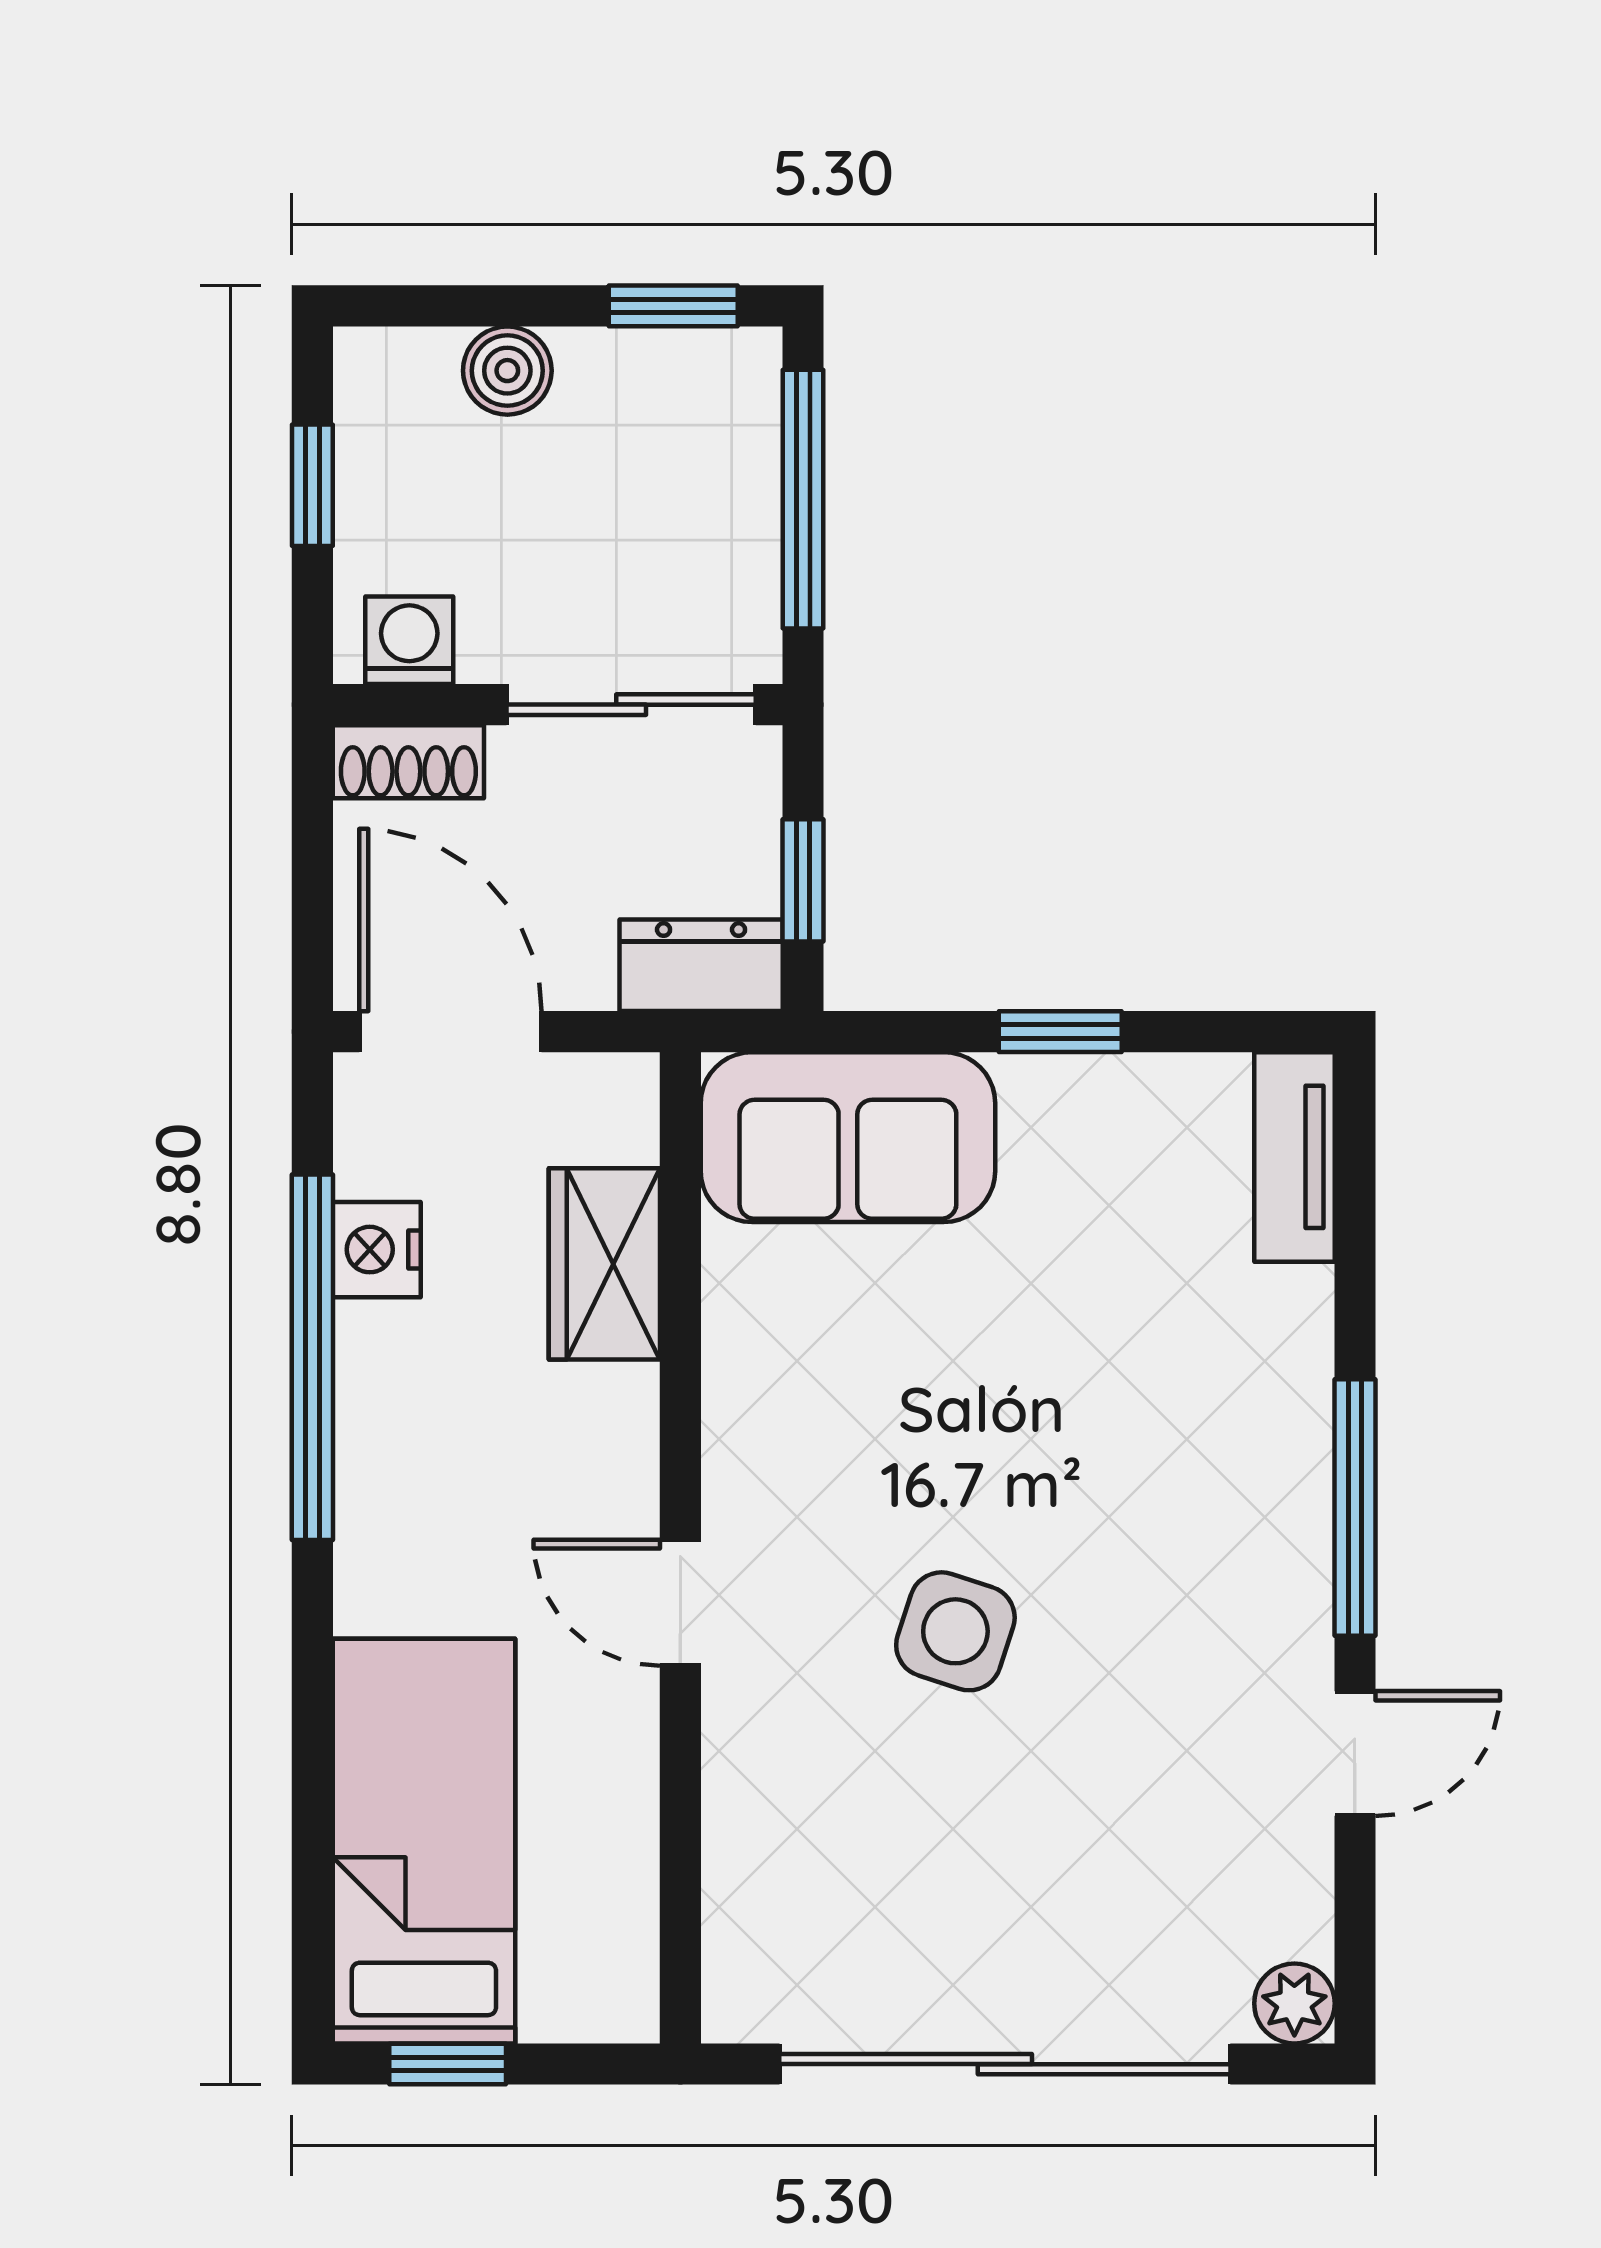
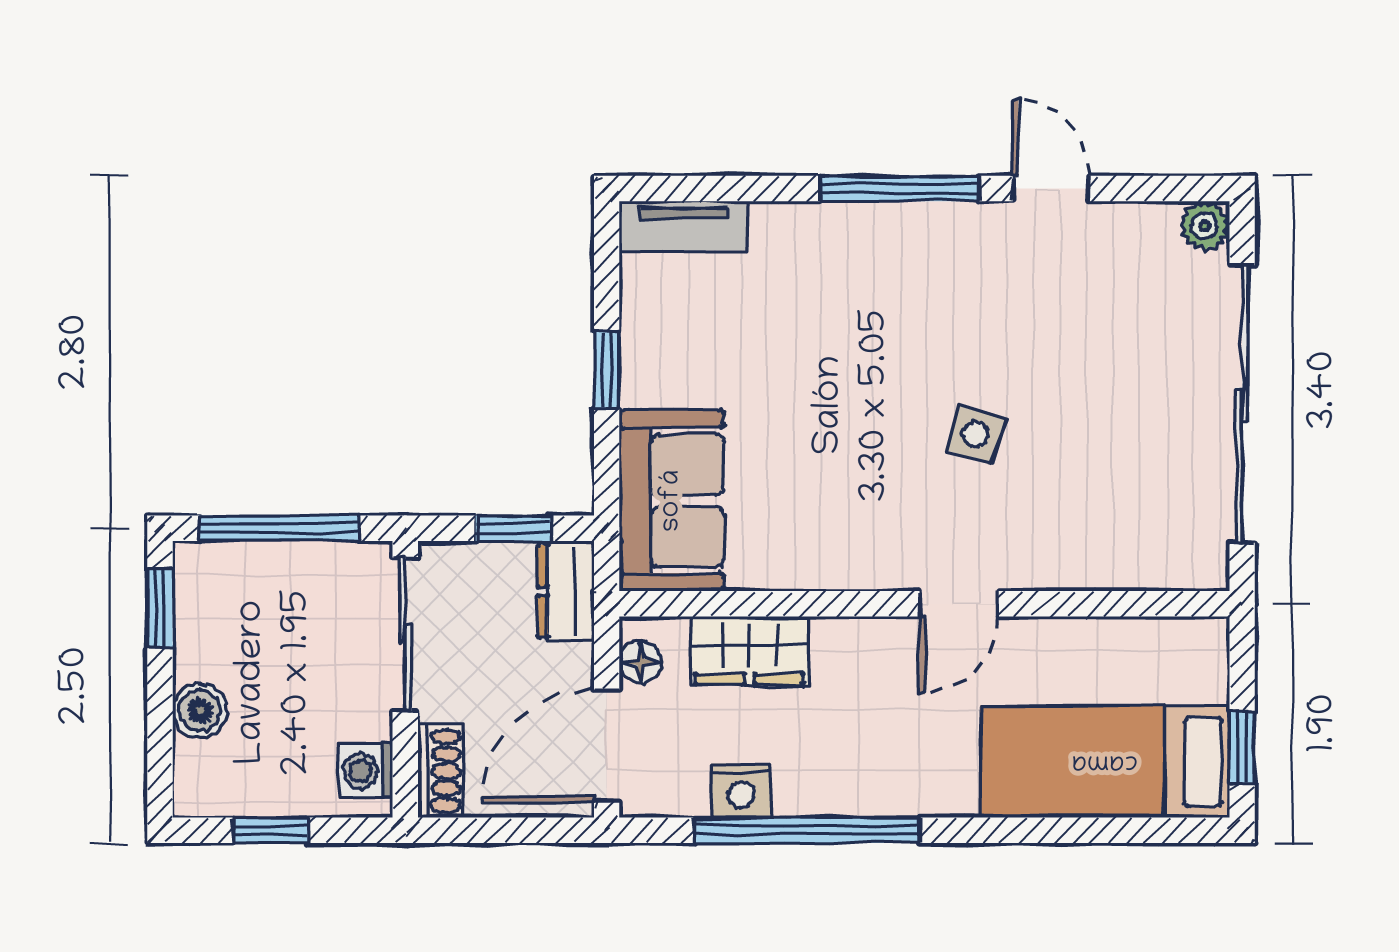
floor lamp: (586, 1087) -> (640, 662), added
side table: (955, 1631) -> (976, 435), width x0.73, depth x0.73

